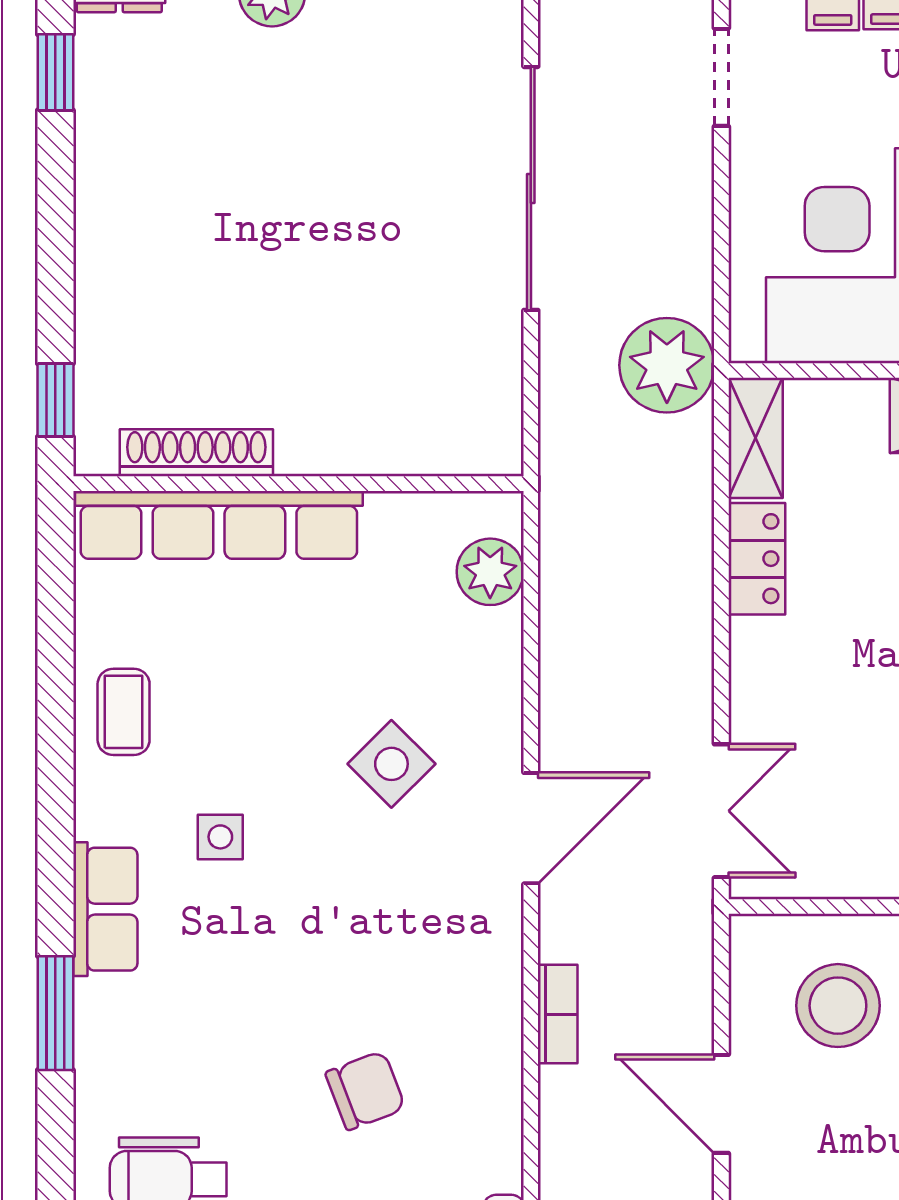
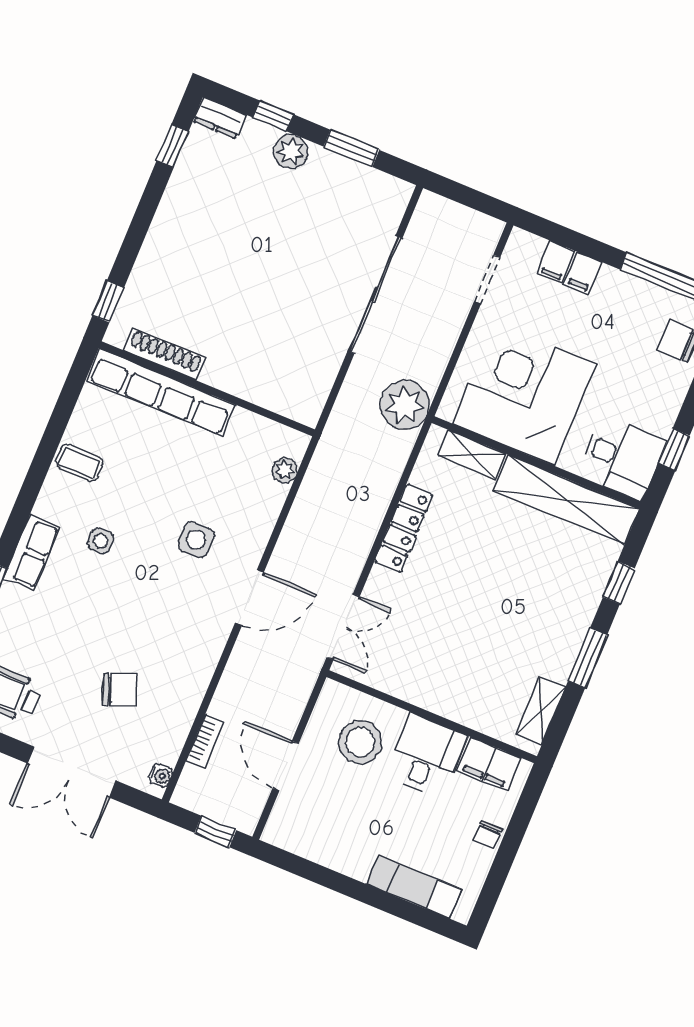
shelving: (756, 438) -> (472, 455), moved, turned 90
locker: (757, 559) -> (404, 528), width x1.53
plant: (490, 572) -> (285, 470), width x0.73, depth x0.73
coffee table: (124, 712) -> (79, 463), turned 90
side table: (391, 764) -> (196, 540), turned 45
bookcase: (558, 1014) -> (205, 741), moved

